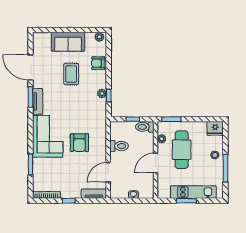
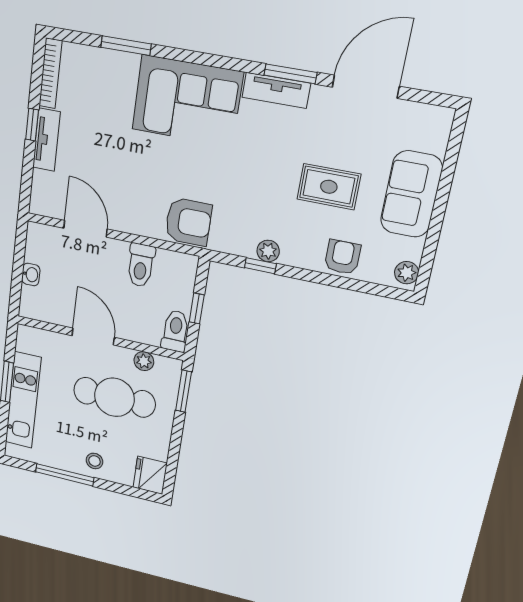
armchair: (79, 143) -> (188, 222), moved, turned 180
tv unit: (94, 194) -> (47, 140), moved

